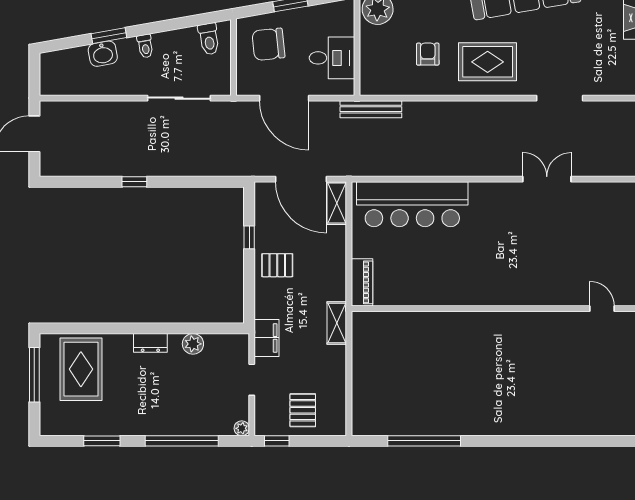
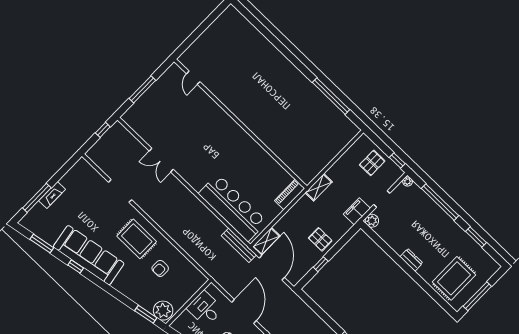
bench: (371, 109) -> (239, 245), moved
plant: (193, 344) -> (372, 221), moved

